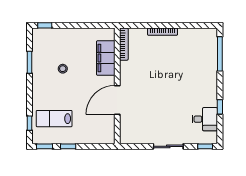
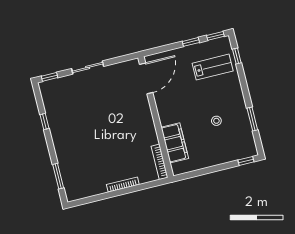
window: (220, 54) -> (58, 176), width x0.69
door: (117, 100) -> (146, 78), moved
desk: (205, 119) -> (57, 105), removed

